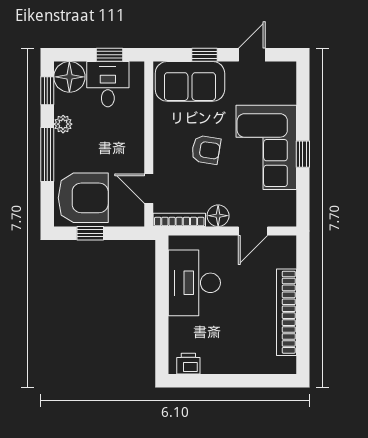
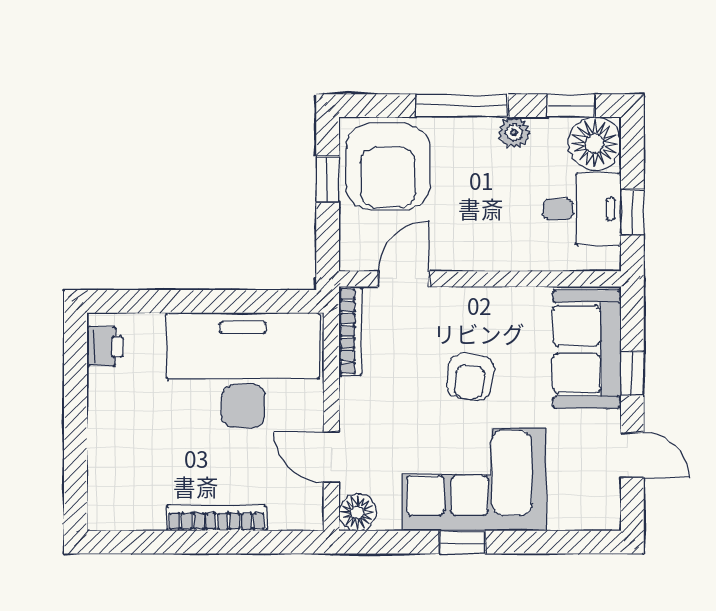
floor lamp: (218, 216) -> (357, 512), moved
desk: (194, 283) -> (243, 370), width x1.36, depth x1.30
bookcase: (286, 312) -> (217, 518), width x0.68, depth x0.76

